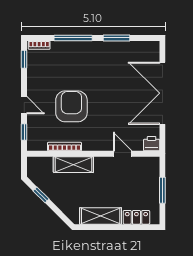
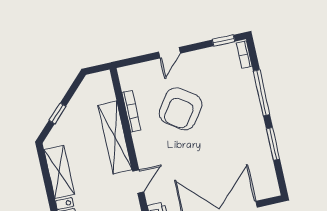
armchair: (71, 106) -> (181, 109), turned 125
window: (24, 132) -> (138, 60), removed
shelving: (73, 165) -> (115, 137), width x1.47
window: (41, 195) -> (57, 113), moved

